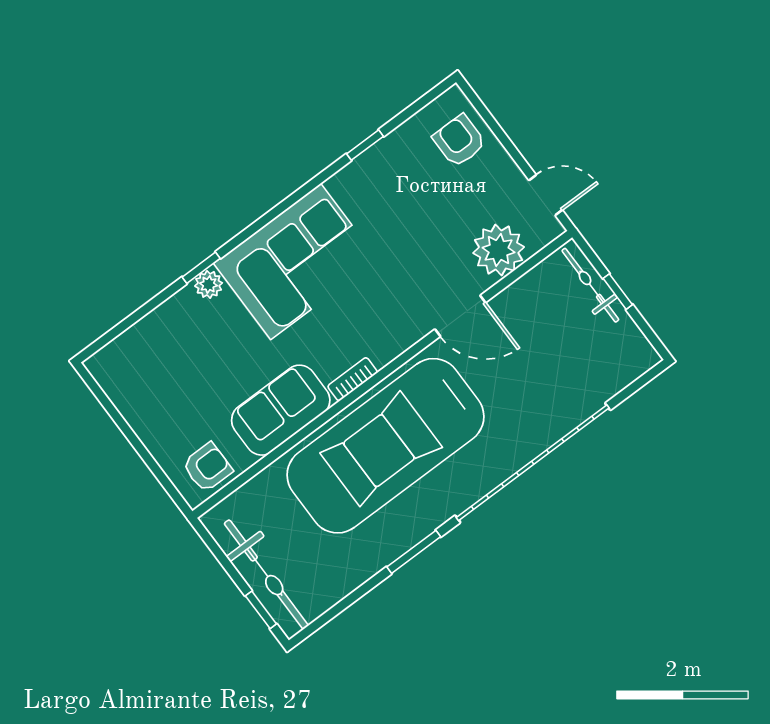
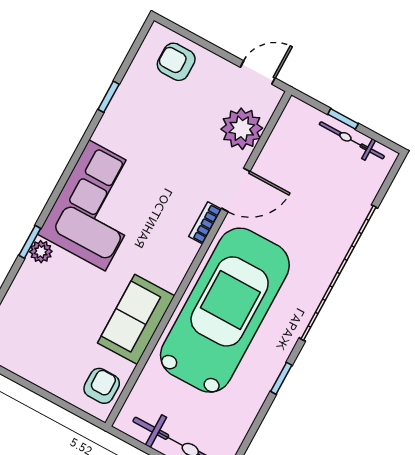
bicycle: (590, 285) -> (352, 140), moved
bookcase: (353, 379) -> (205, 223), moved
car: (385, 446) -> (225, 310), turned 180
window: (414, 552) -> (281, 378), width x0.67

